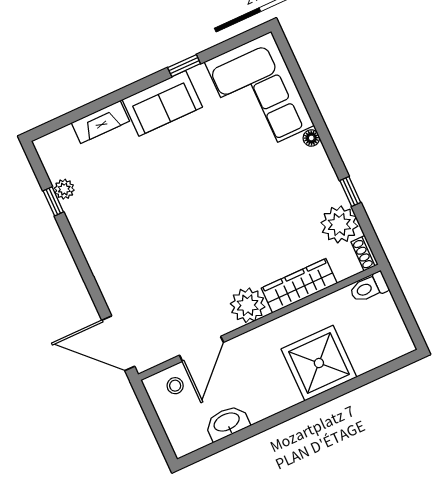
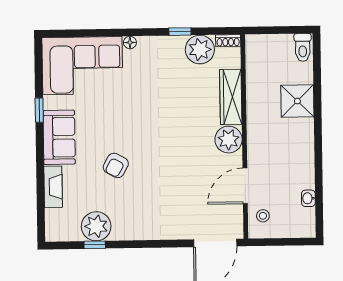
armchair: (158, 185) -> (116, 165), added
plant: (64, 189) -> (96, 226), width x1.88, depth x1.88
toilet: (369, 288) -> (303, 47), moved
door: (202, 349) -> (245, 186), swing flipped
shower: (319, 363) -> (297, 101), width x0.73, depth x0.73
washbasin: (227, 423) -> (308, 198), width x0.52, depth x0.69

